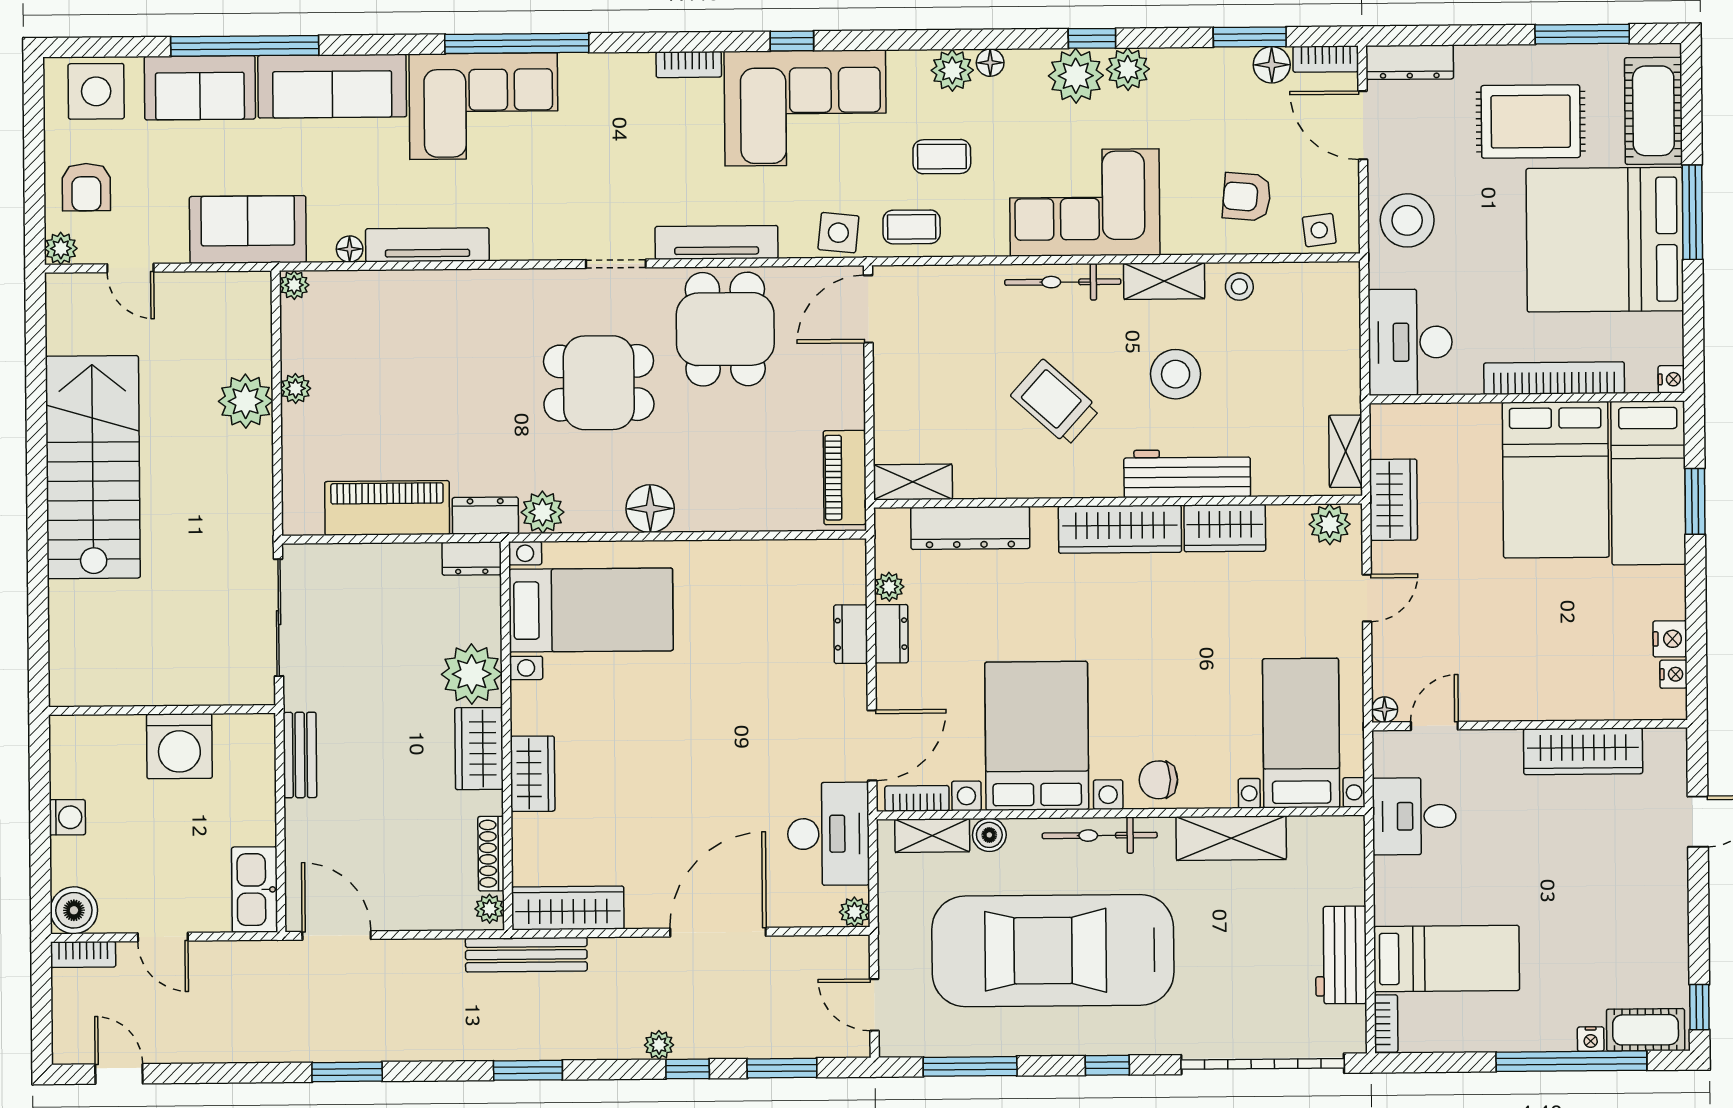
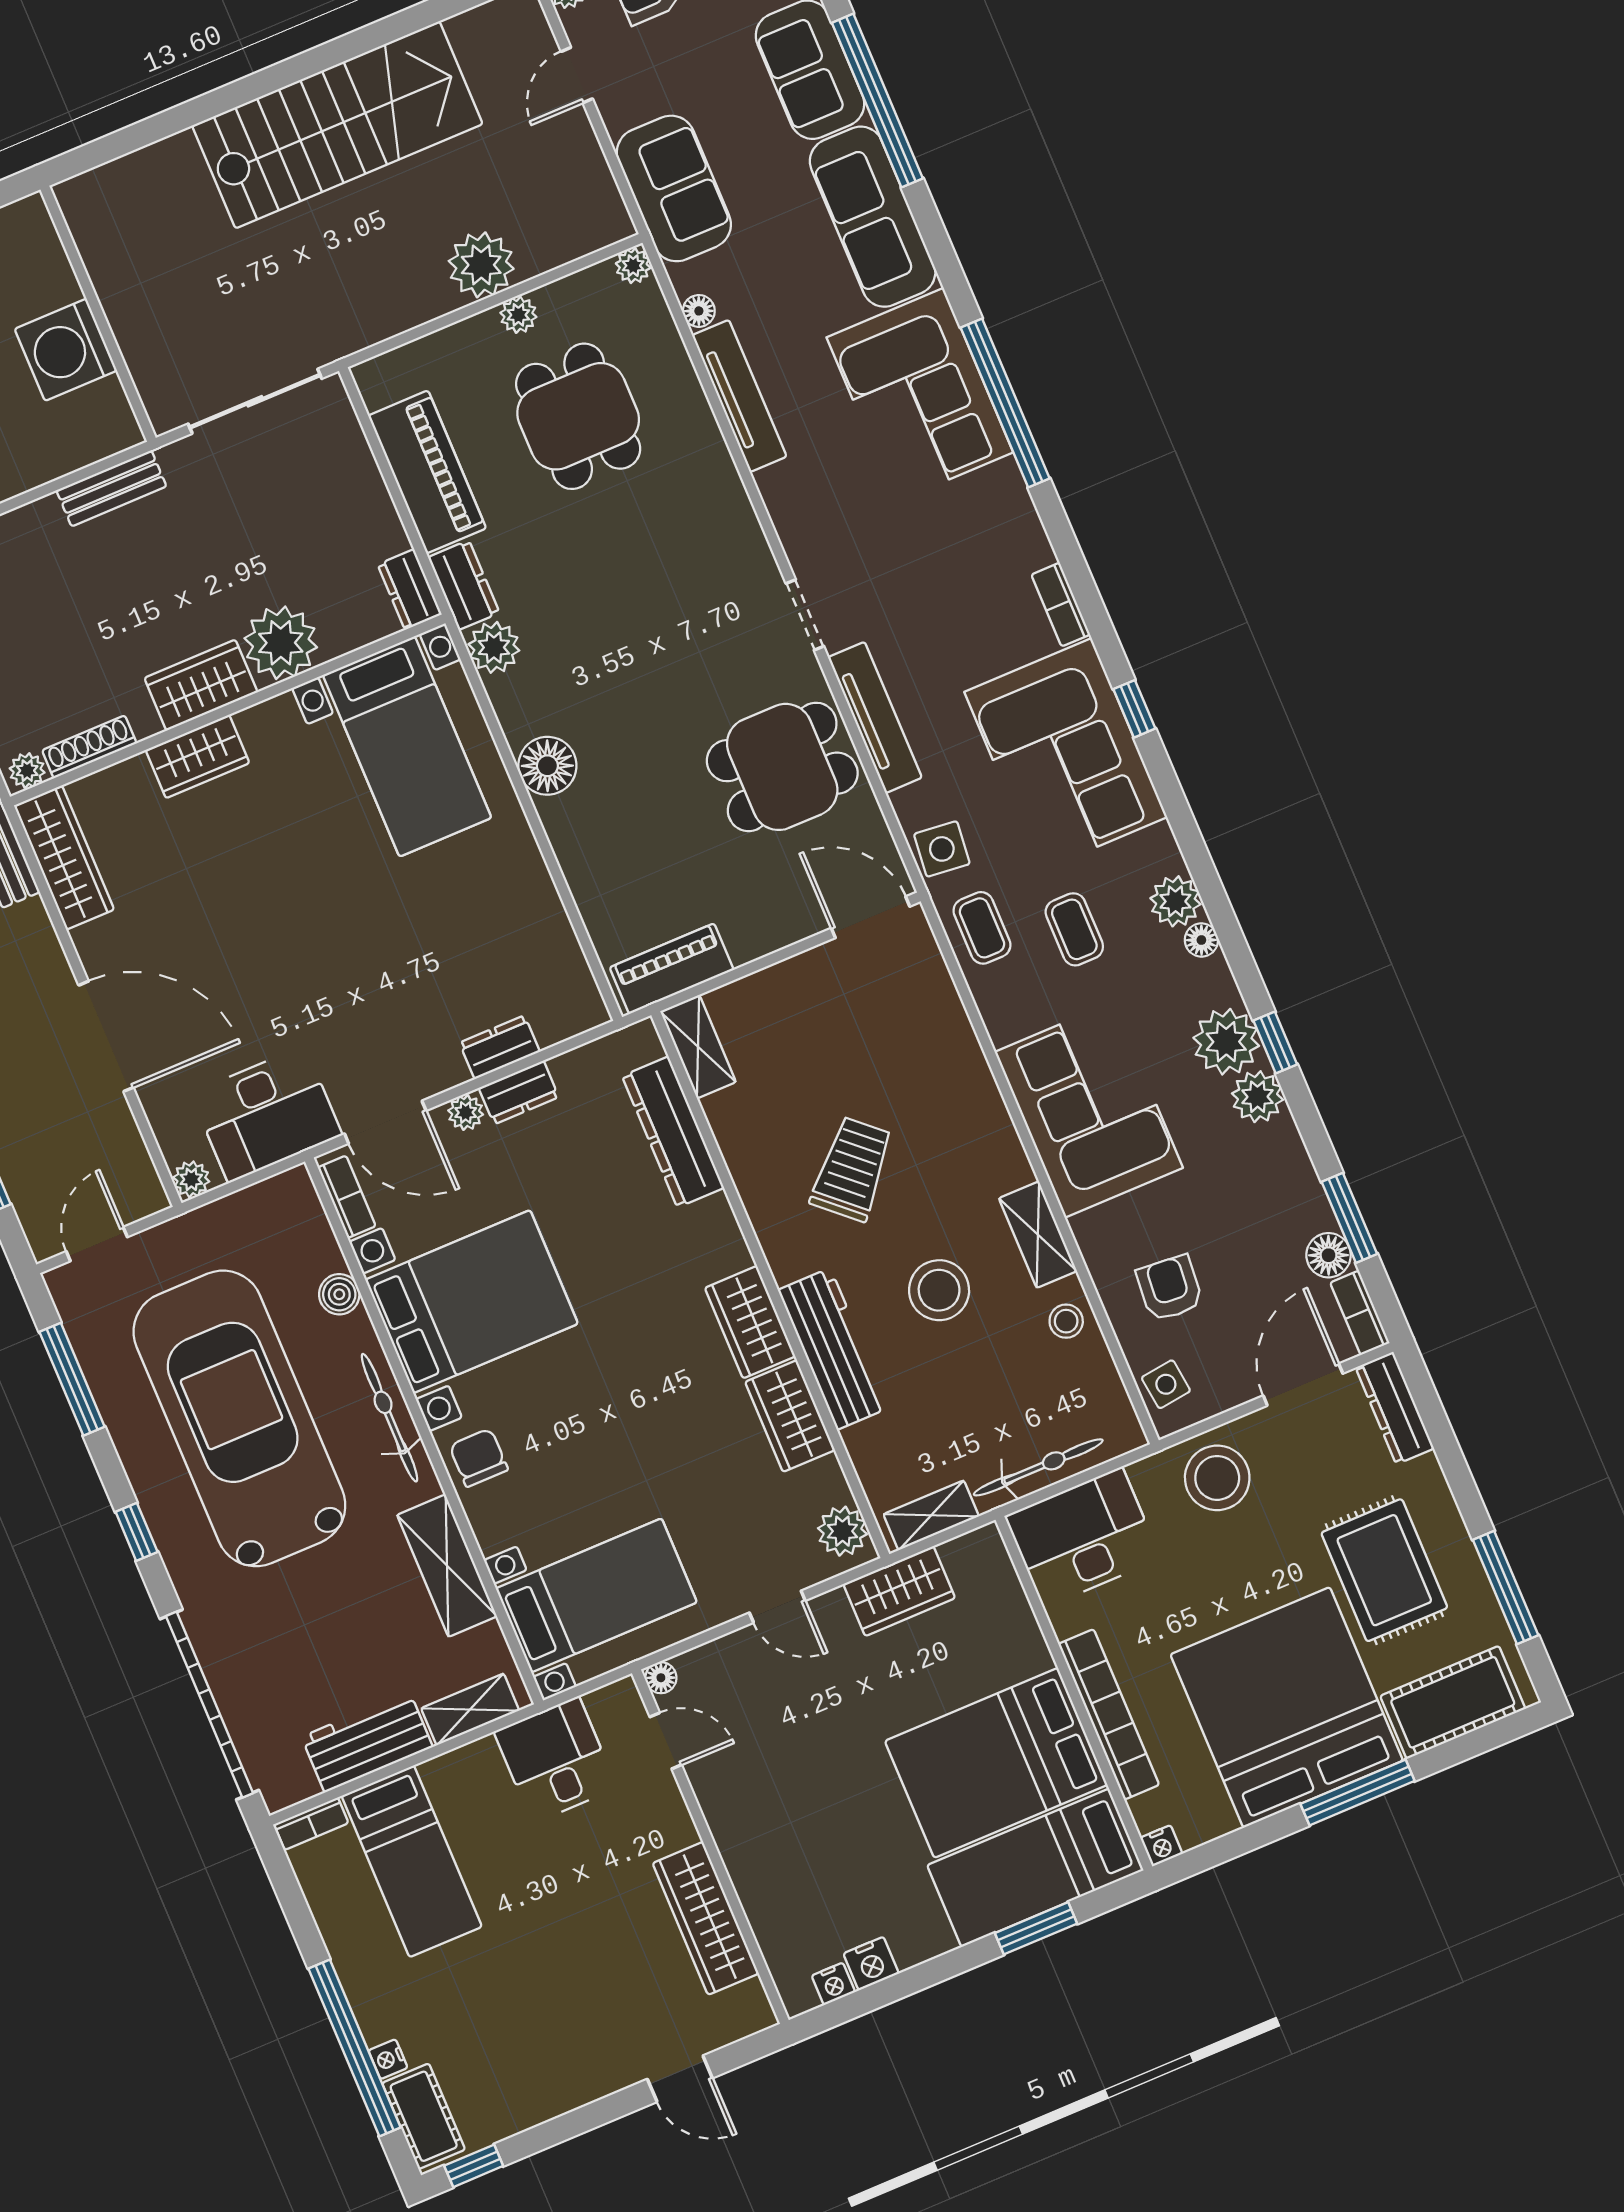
bicycle: (1063, 282) -> (1038, 1467), moved, turned 90
dining table: (599, 383) -> (578, 416), moved
wardrobe: (1120, 529) -> (750, 1322), width x0.67
plant: (889, 587) -> (466, 1113), moved
shelving: (932, 835) -> (470, 1709), moved, turned 90

